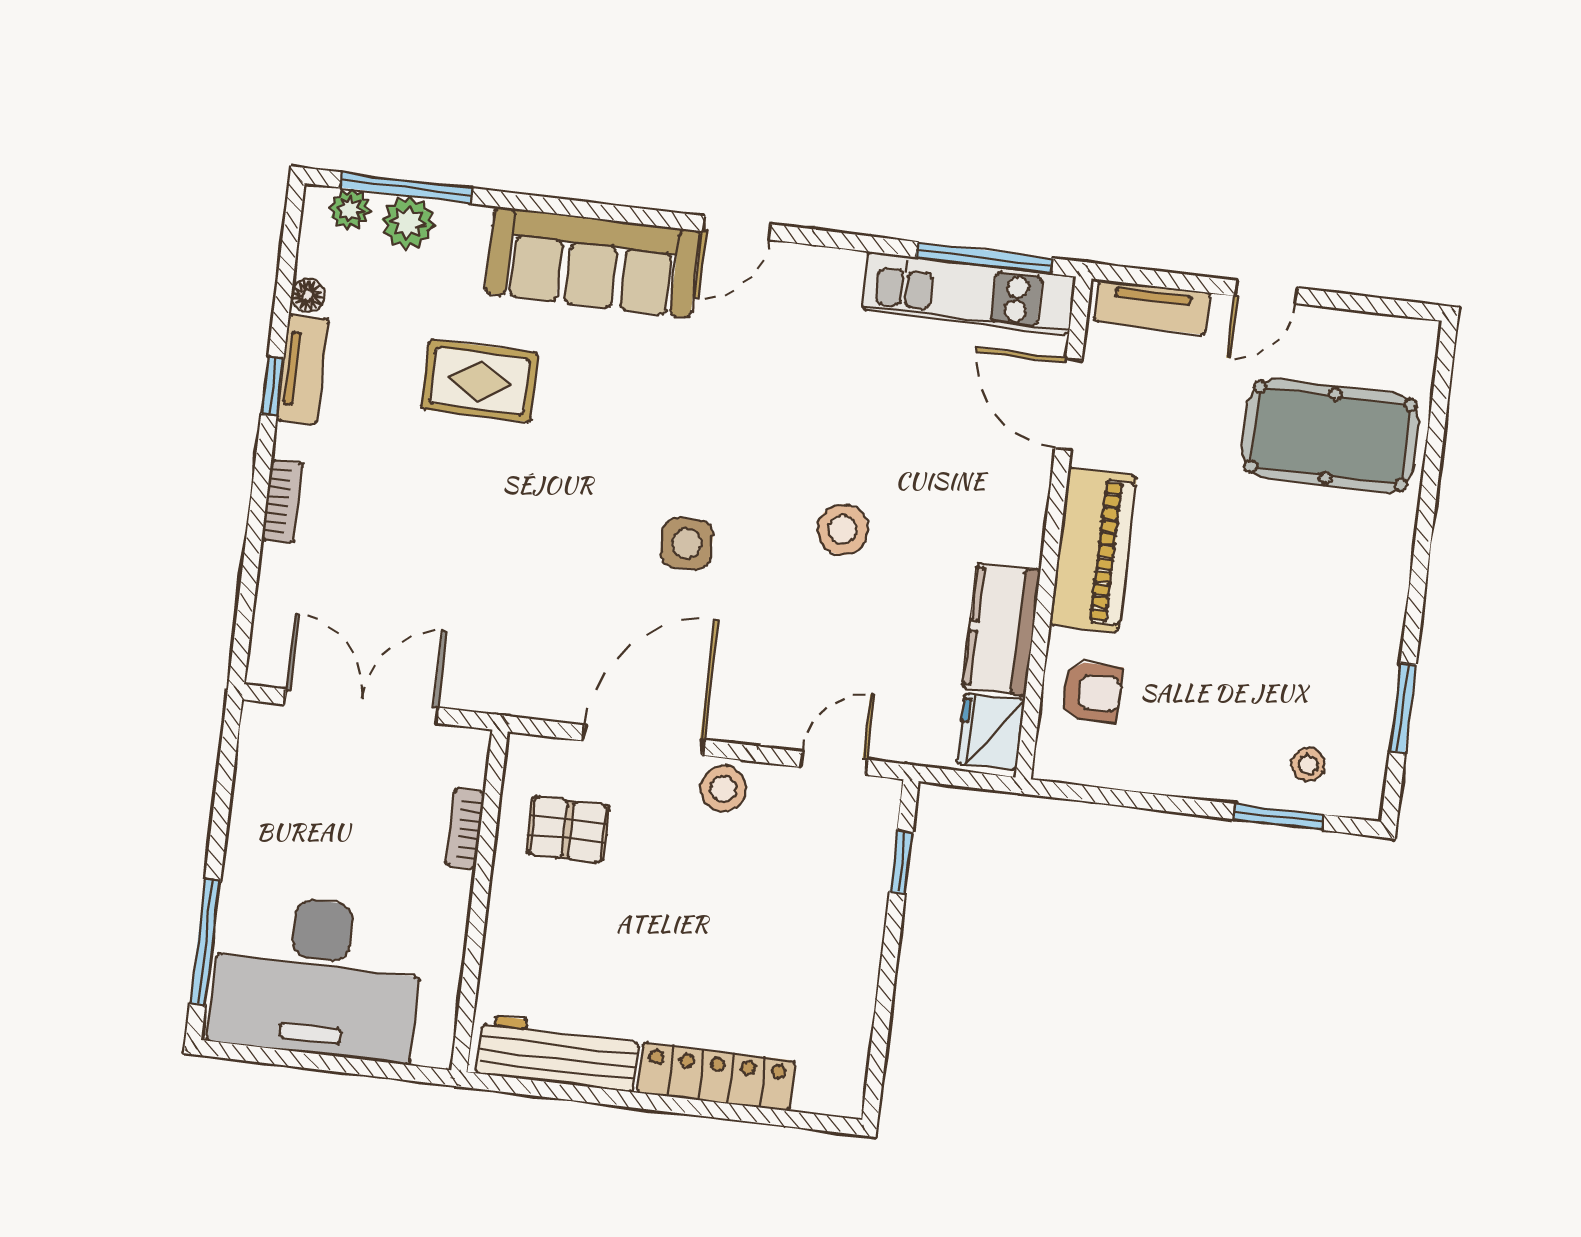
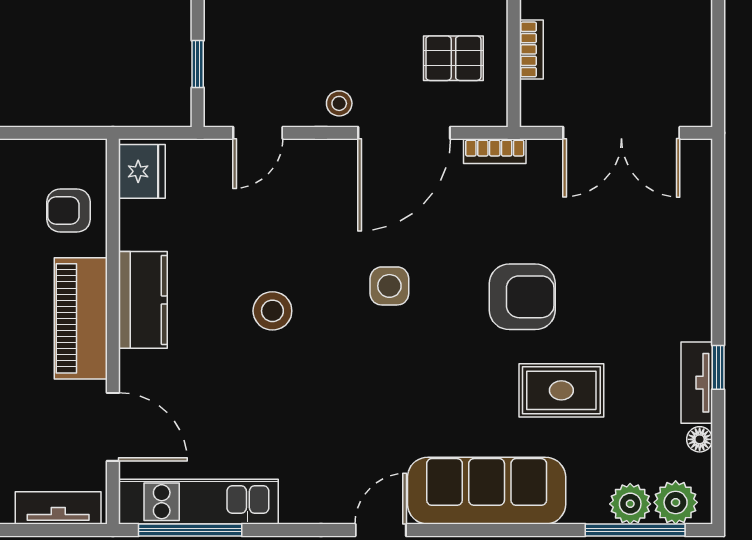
plant: (350, 209) -> (676, 502), width x1.38, depth x1.38
bookcase: (282, 501) -> (495, 151), moved, turned -90
armchair: (516, 509) -> (522, 297), added
kitchen counter: (1002, 629) -> (143, 300), moved
stool: (723, 789) -> (339, 103), width x0.73, depth x0.73

